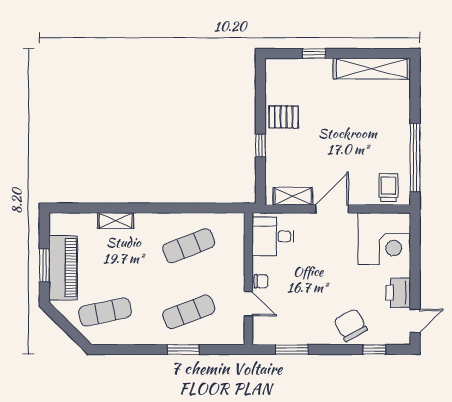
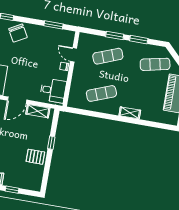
shelving: (116, 221) -> (130, 113), moved
window: (140, 350) -> (139, 40), added

